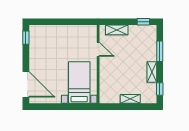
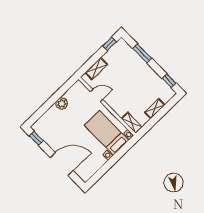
plant: (68, 31) -> (62, 104), added
shelving: (152, 72) -> (132, 123), moved
door: (26, 84) -> (62, 164), moved

